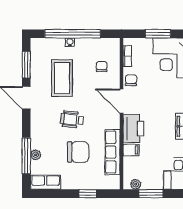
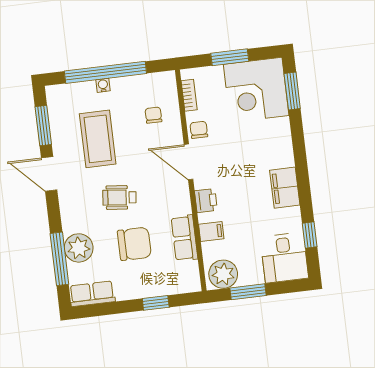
printer: (133, 129) -> (206, 201), width x0.53, depth x0.68
row of seats: (112, 152) -> (184, 238), width x0.68
plant: (36, 155) -> (79, 248), width x1.88, depth x1.88
plant: (136, 184) -> (223, 274), width x1.88, depth x1.88

